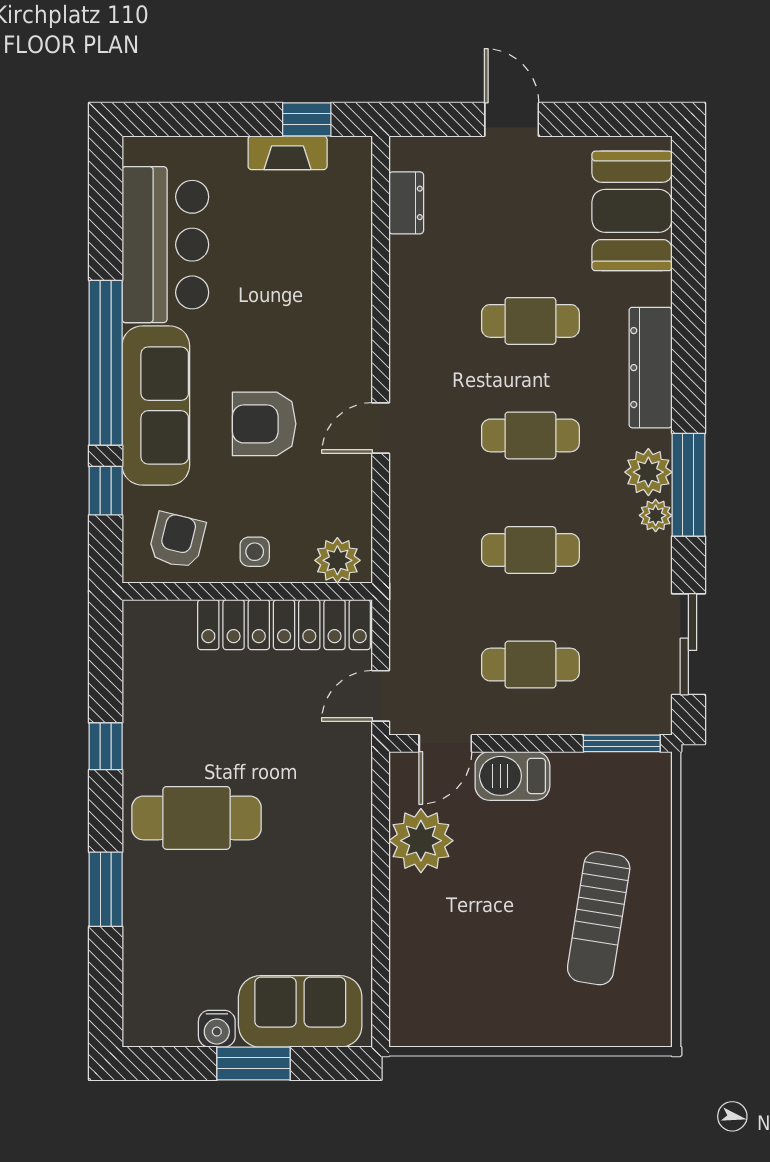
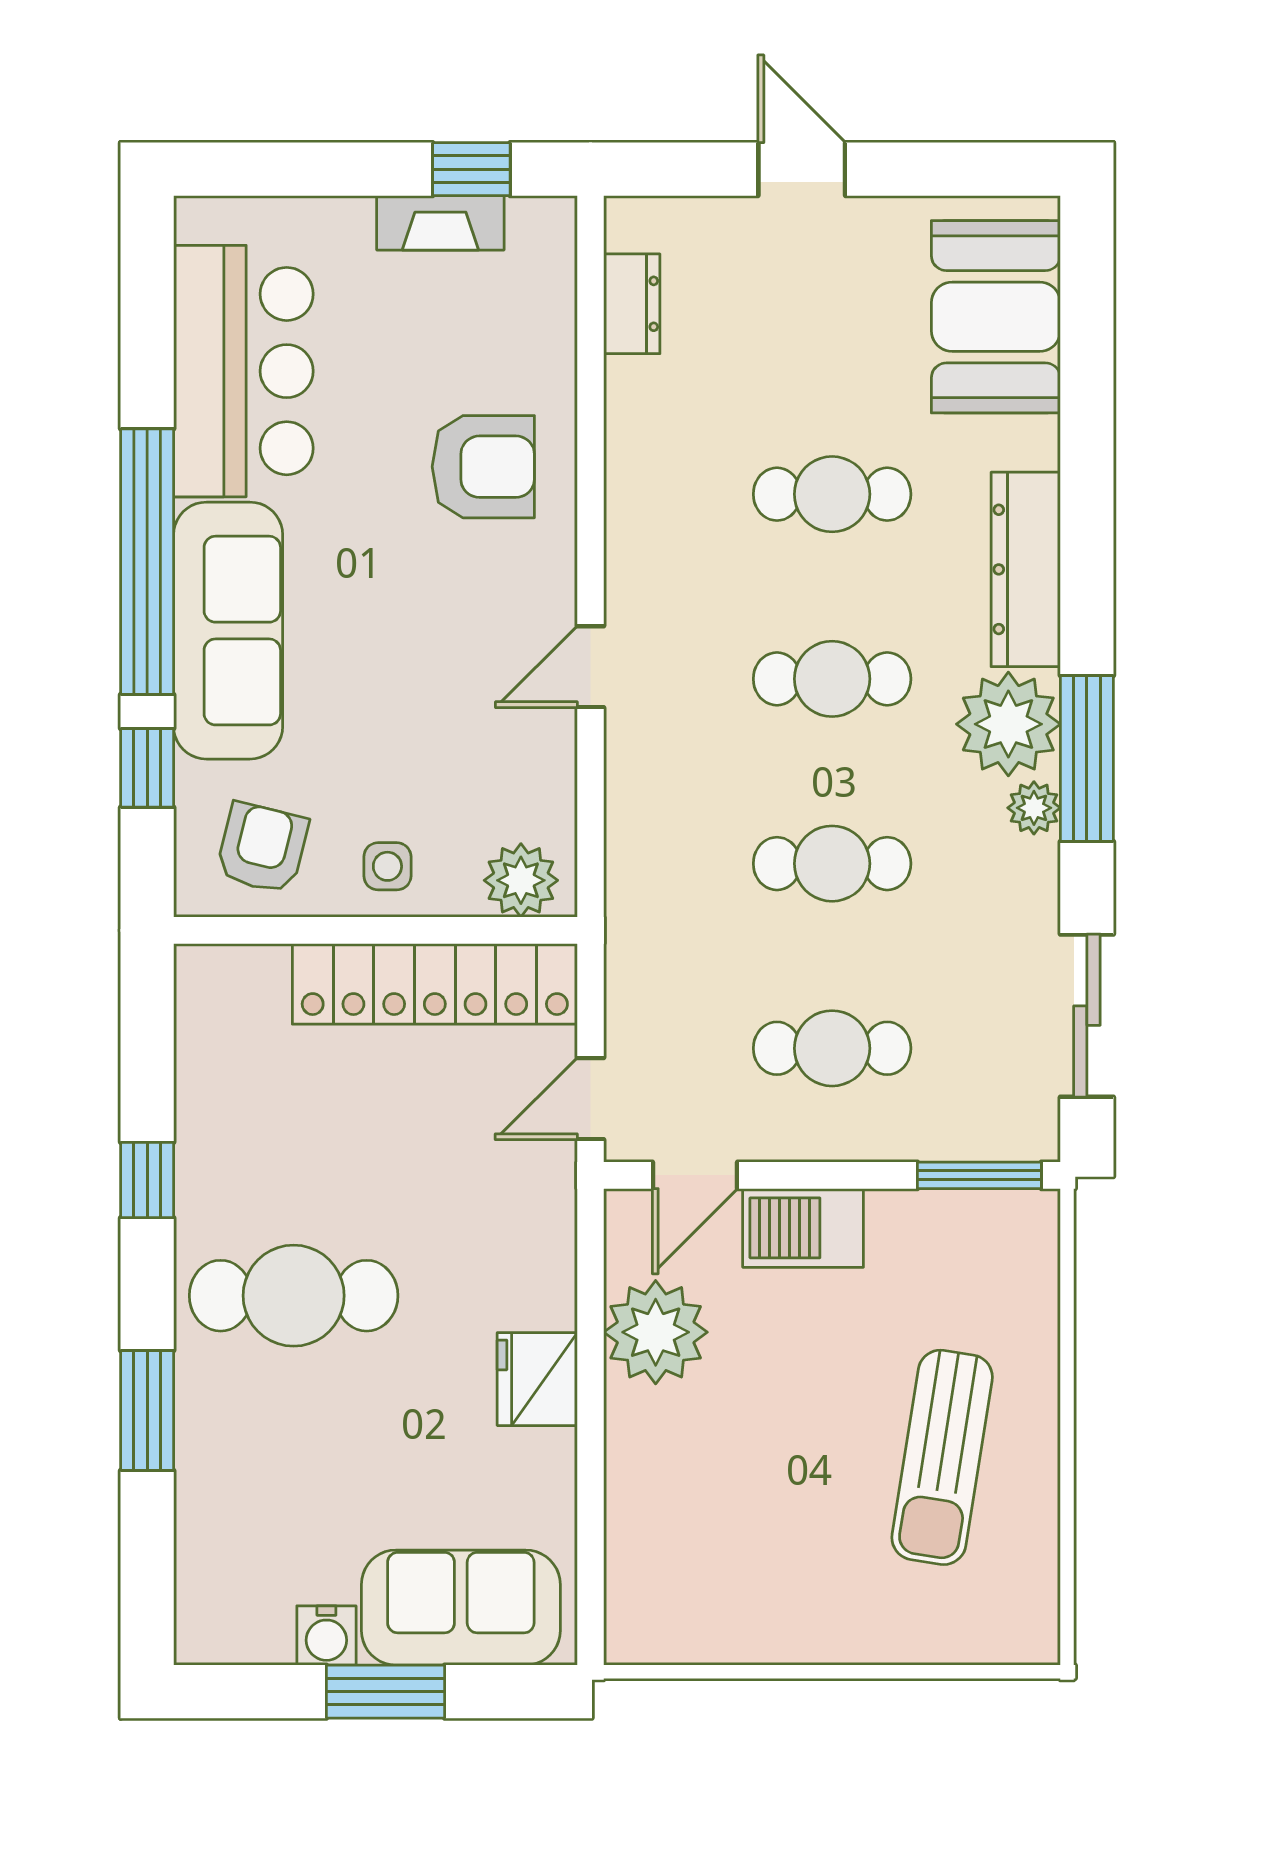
armchair: (264, 424) -> (483, 467), moved, turned 180
plant: (648, 472) -> (1008, 724), width x1.36, depth x1.36
fridge: (348, 870) -> (537, 1379), added

